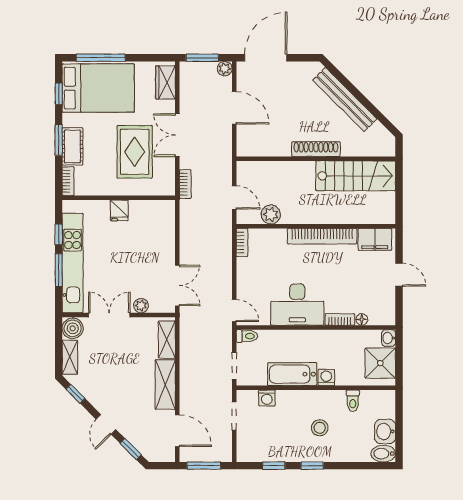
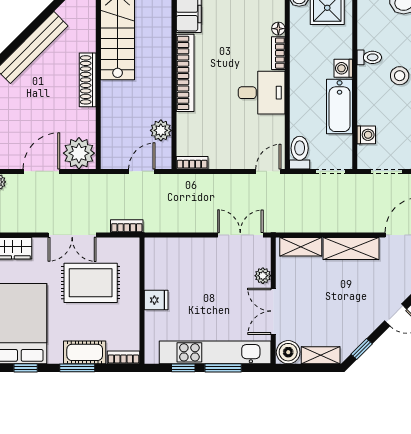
plant: (250, 141) -> (79, 153), added
desk: (297, 305) -> (262, 93), width x0.73
toilet: (247, 336) -> (300, 153), width x1.37, depth x1.39
toilet: (353, 401) -> (369, 57), moved

